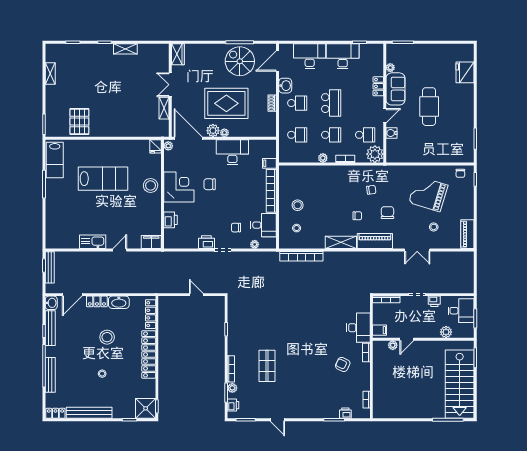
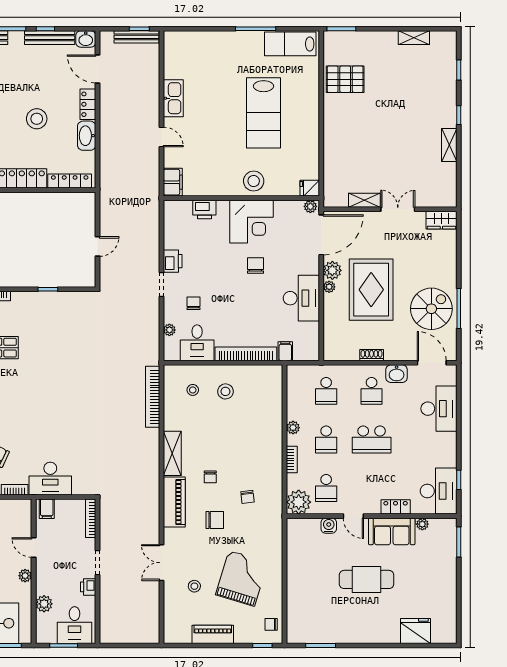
desk: (343, 56) -> (439, 491), moved
piano: (467, 234) -> (213, 634), moved
plant: (393, 345) -> (25, 576), moved

